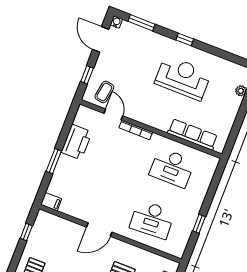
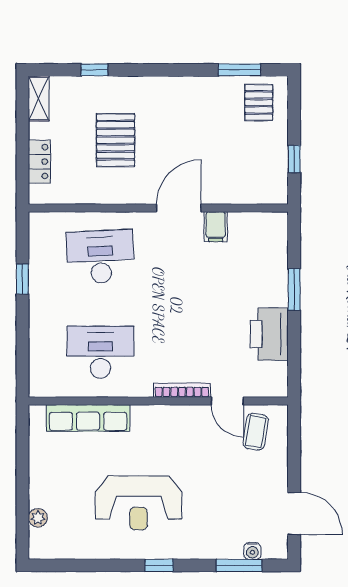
water cooler: (116, 22) -> (252, 551), moved
window: (87, 75) -> (294, 448), removed
filing cabinet: (51, 202) -> (216, 227), moved, turned -90

